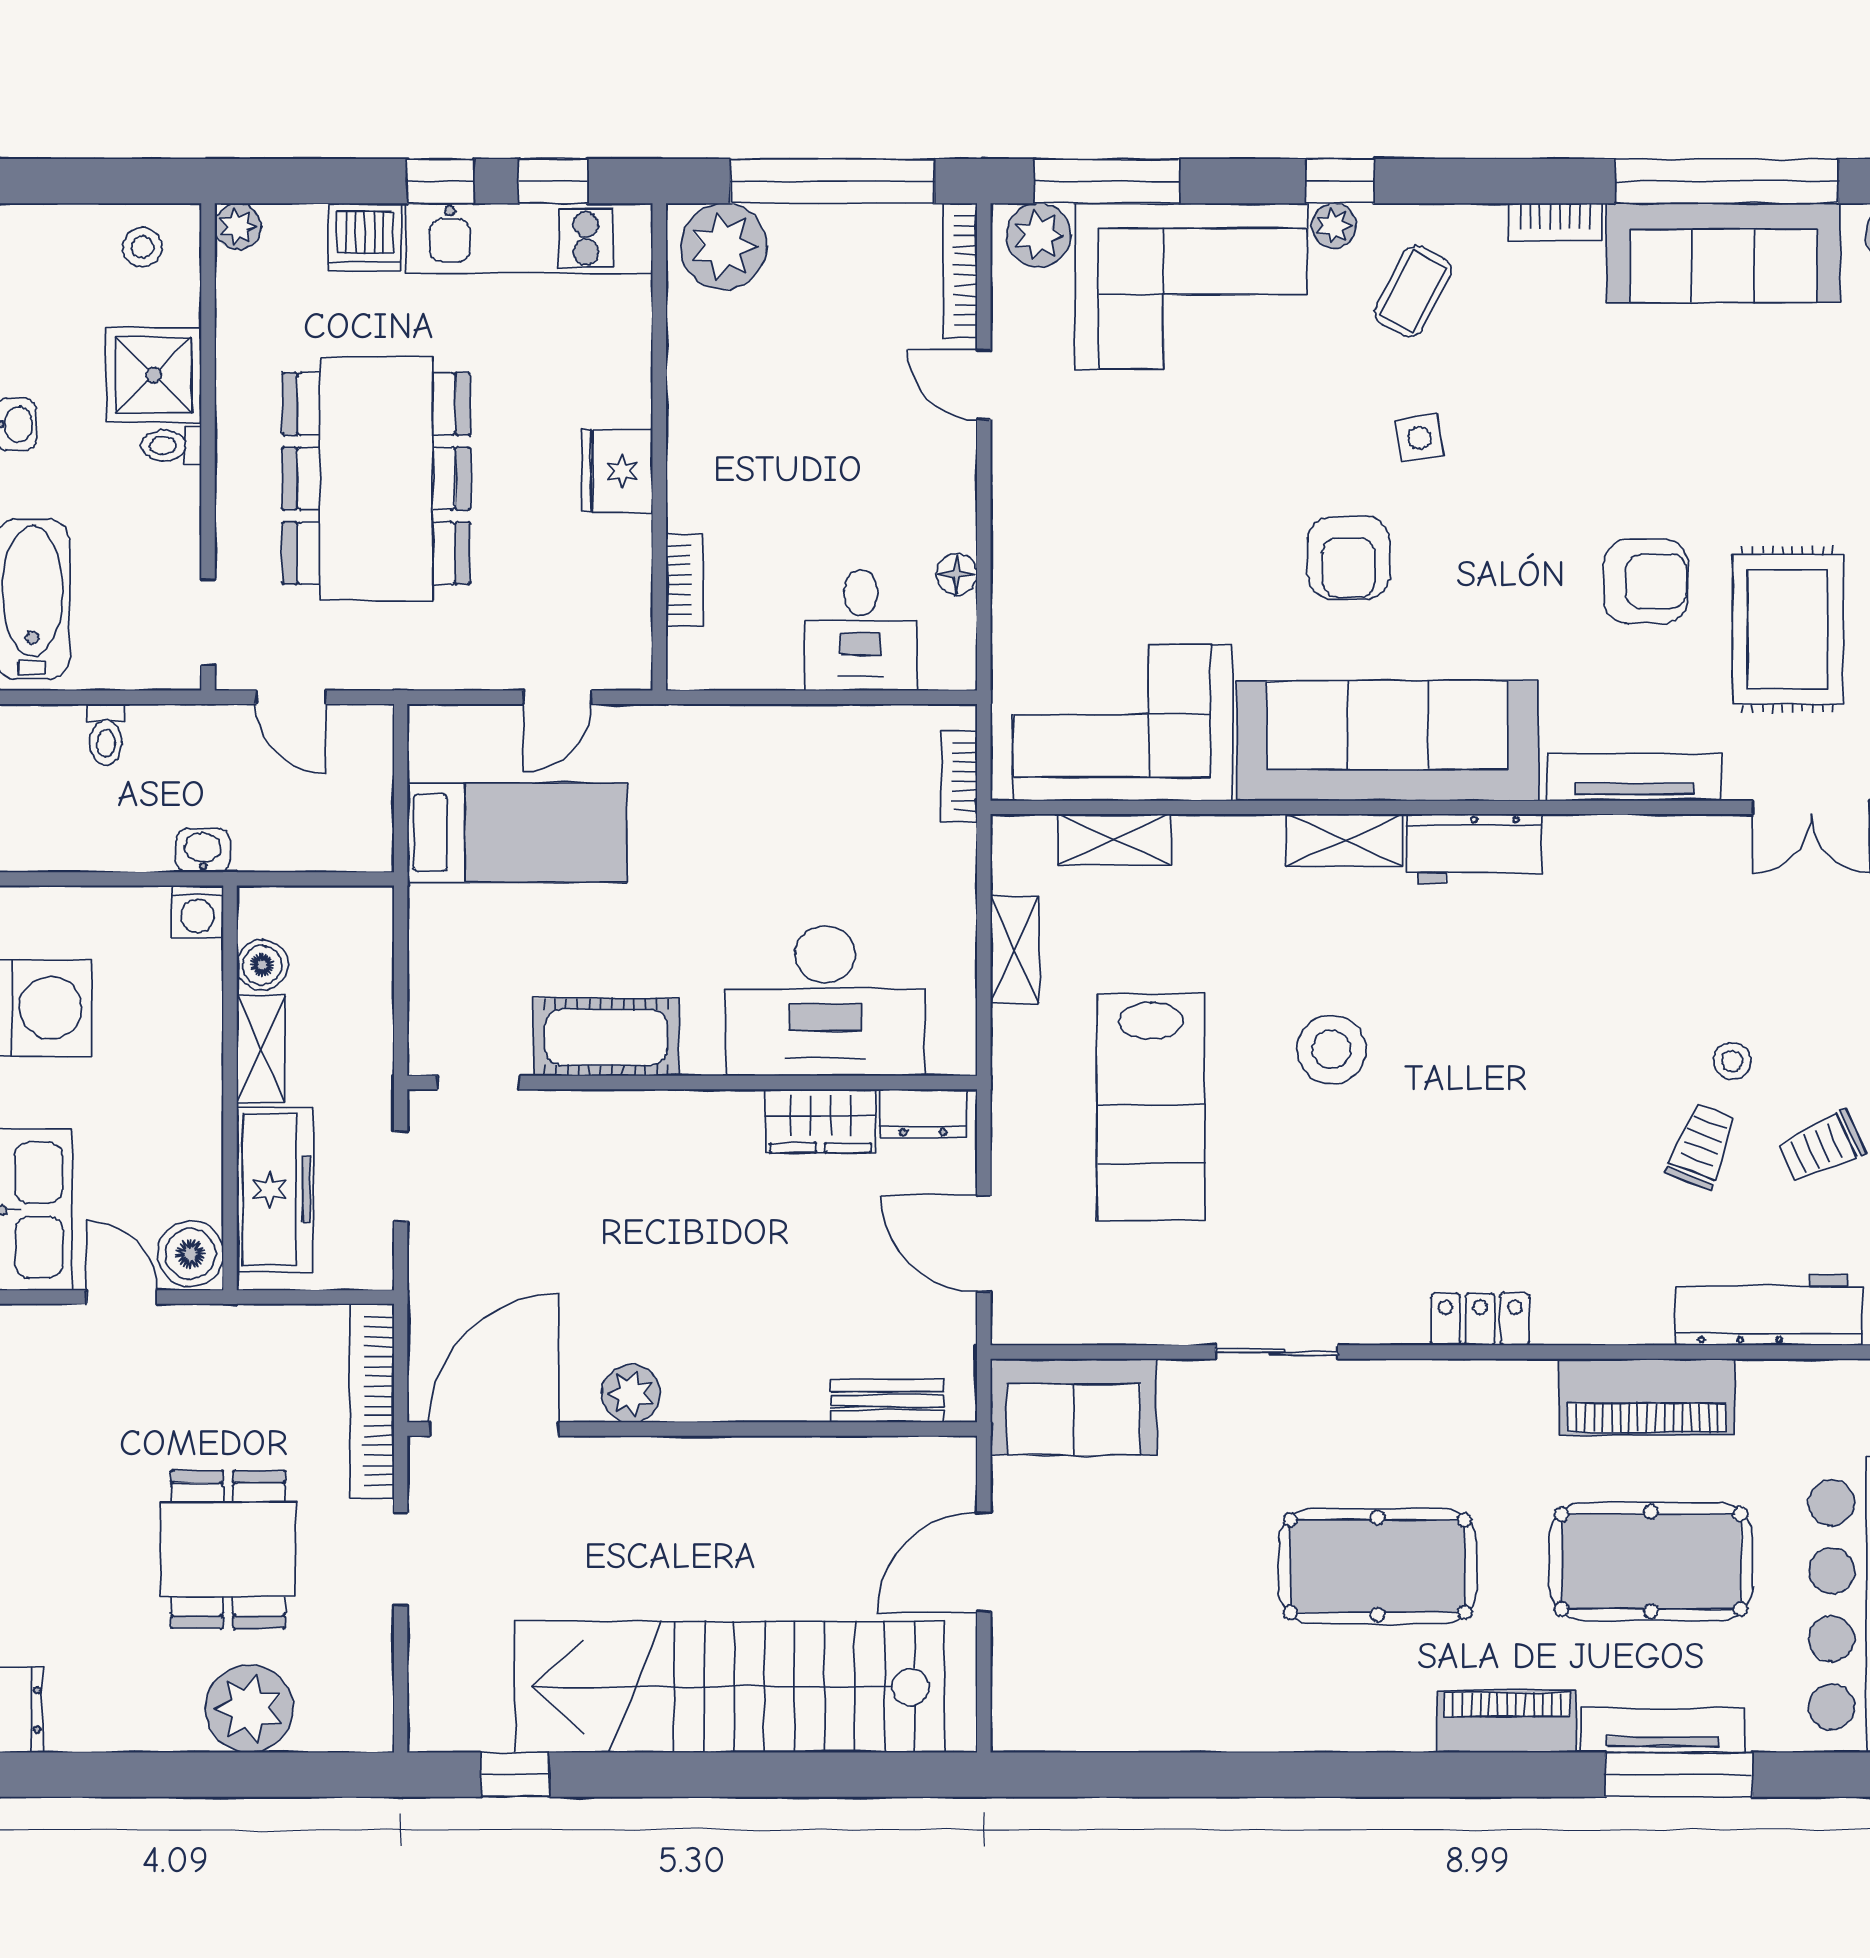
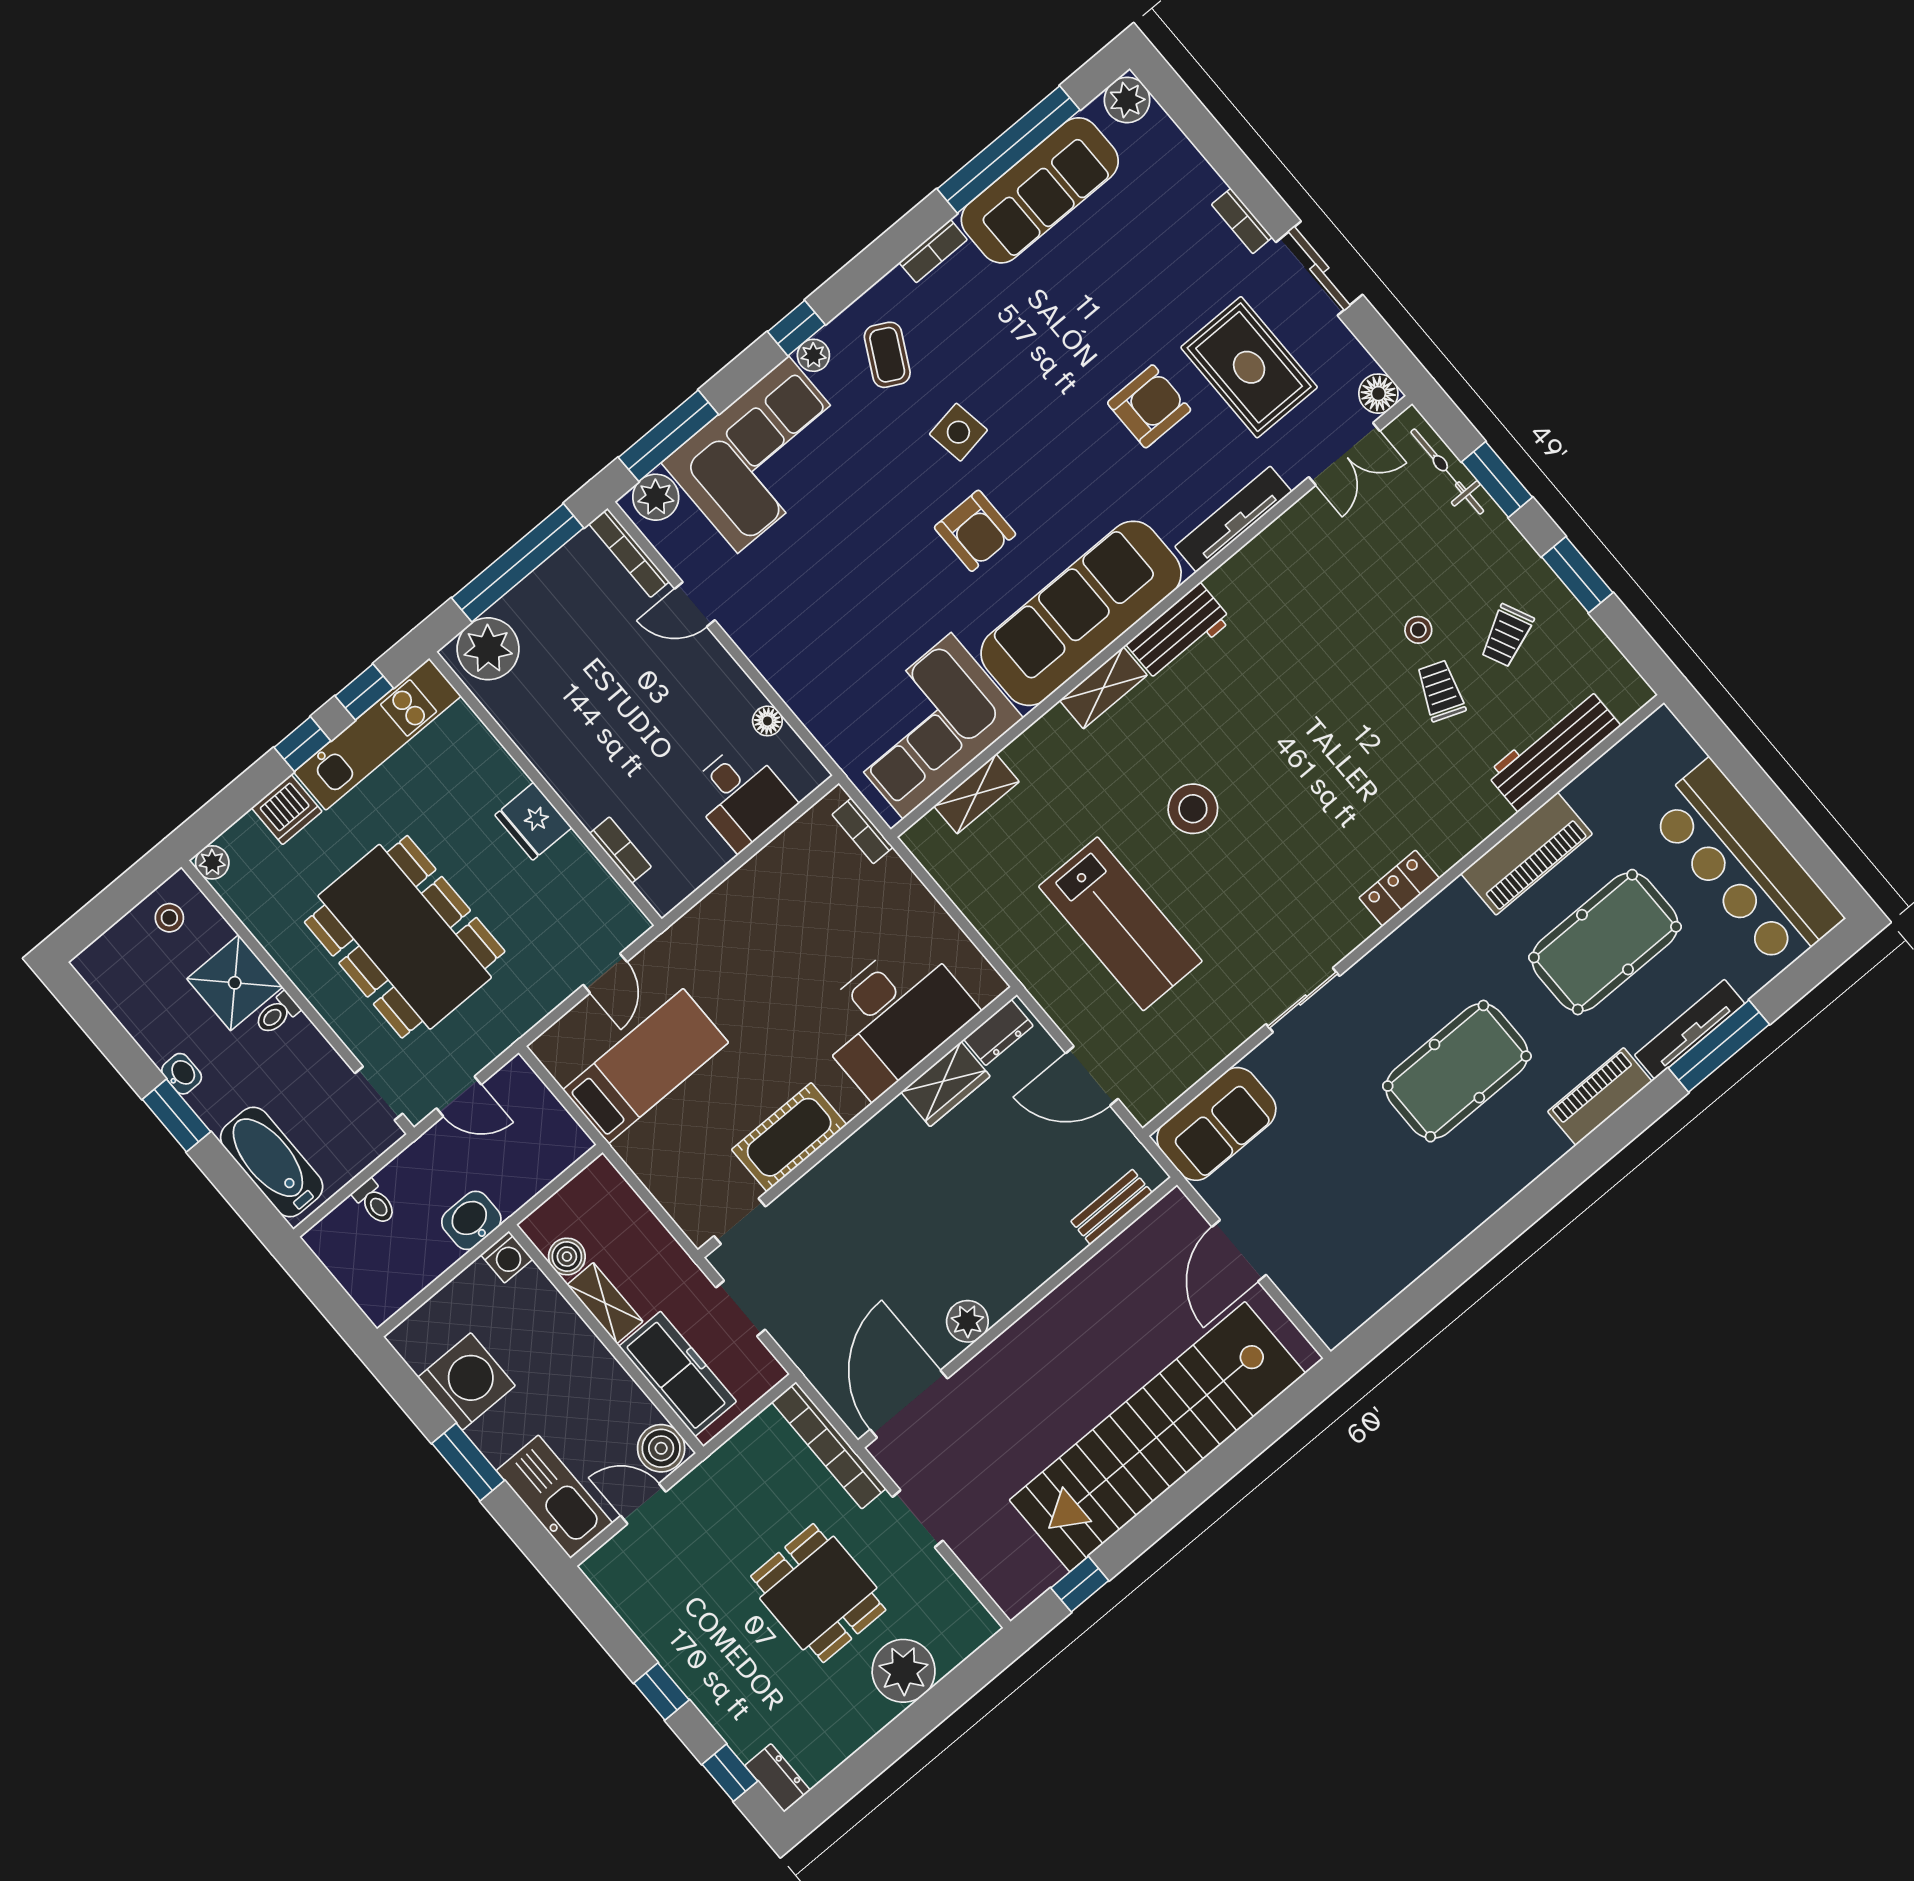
side table: (1419, 438) -> (958, 432), width x1.37, depth x1.37
washbasin: (203, 850) -> (471, 1220), width x1.38, depth x1.45
shelving: (1015, 950) -> (973, 900), removed

